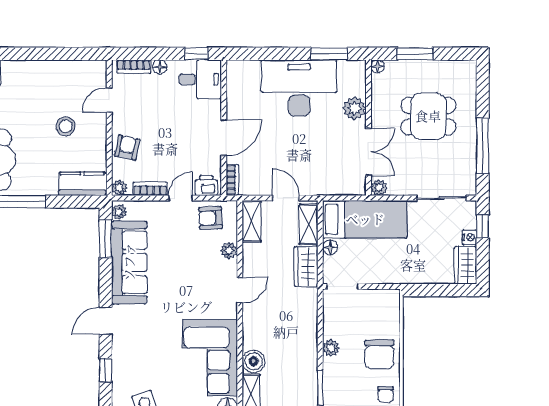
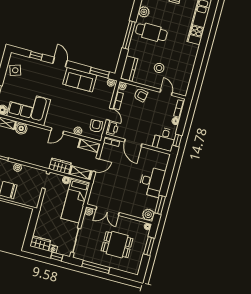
desk: (299, 88) -> (152, 182), width x0.73, depth x0.77
plant: (354, 108) -> (148, 215), moved
dining table: (428, 116) -> (117, 245), turned 90
sofa: (129, 262) -> (80, 80), width x0.73
door: (240, 290) -> (57, 131), hinge flipped

